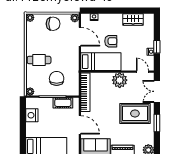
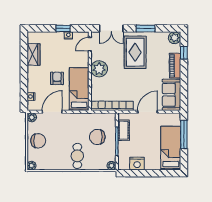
chair: (53, 24) -> (38, 141), turned 90

